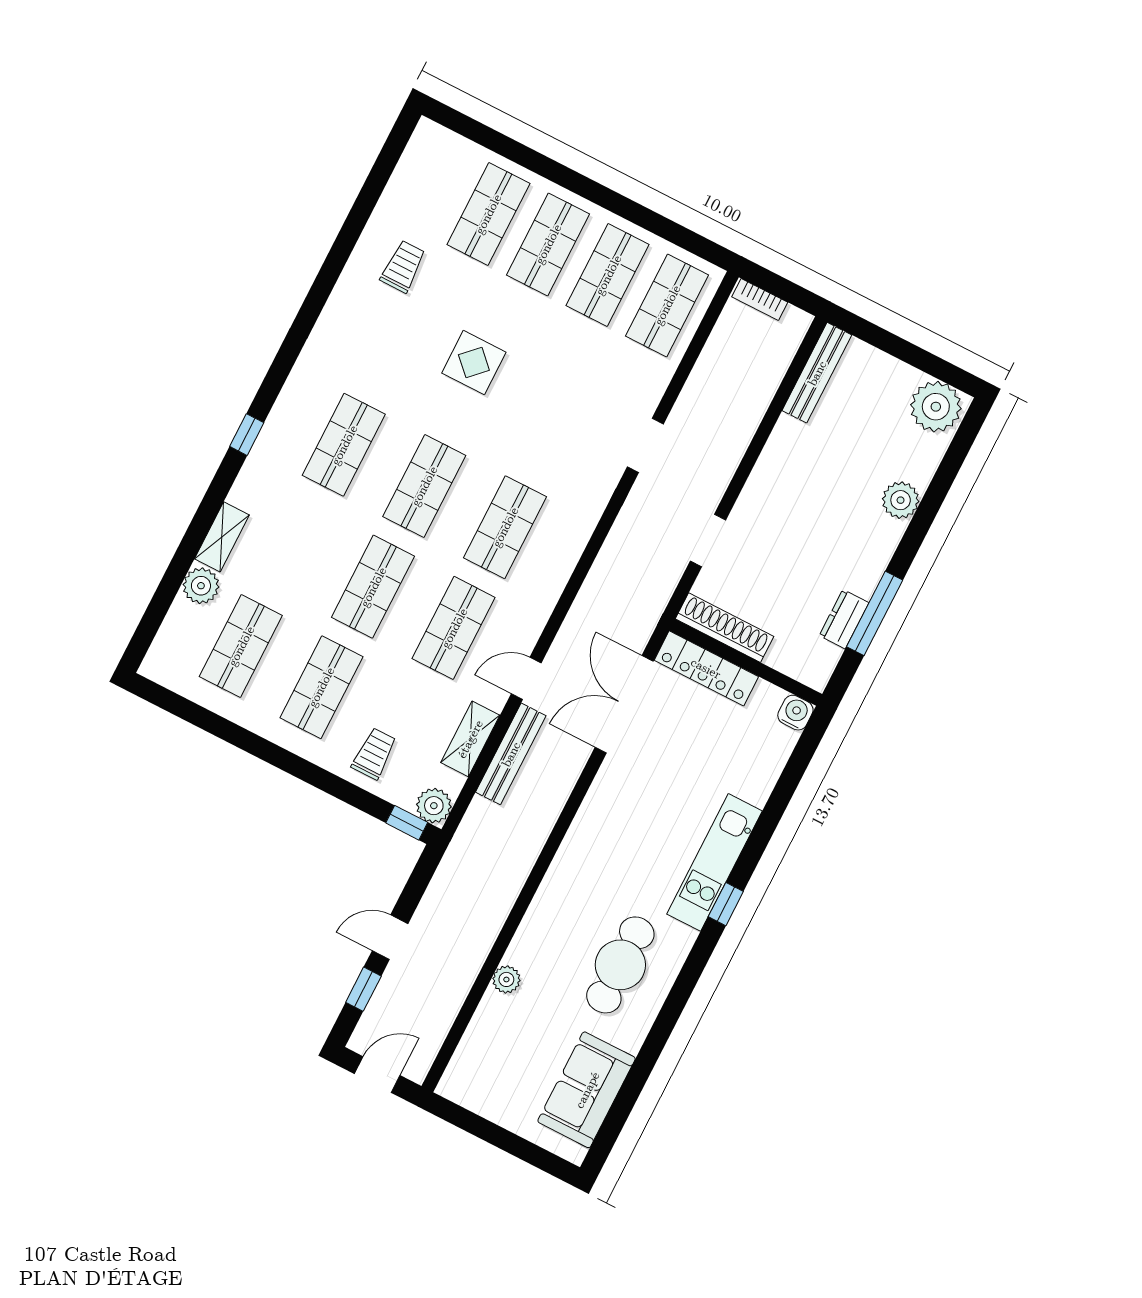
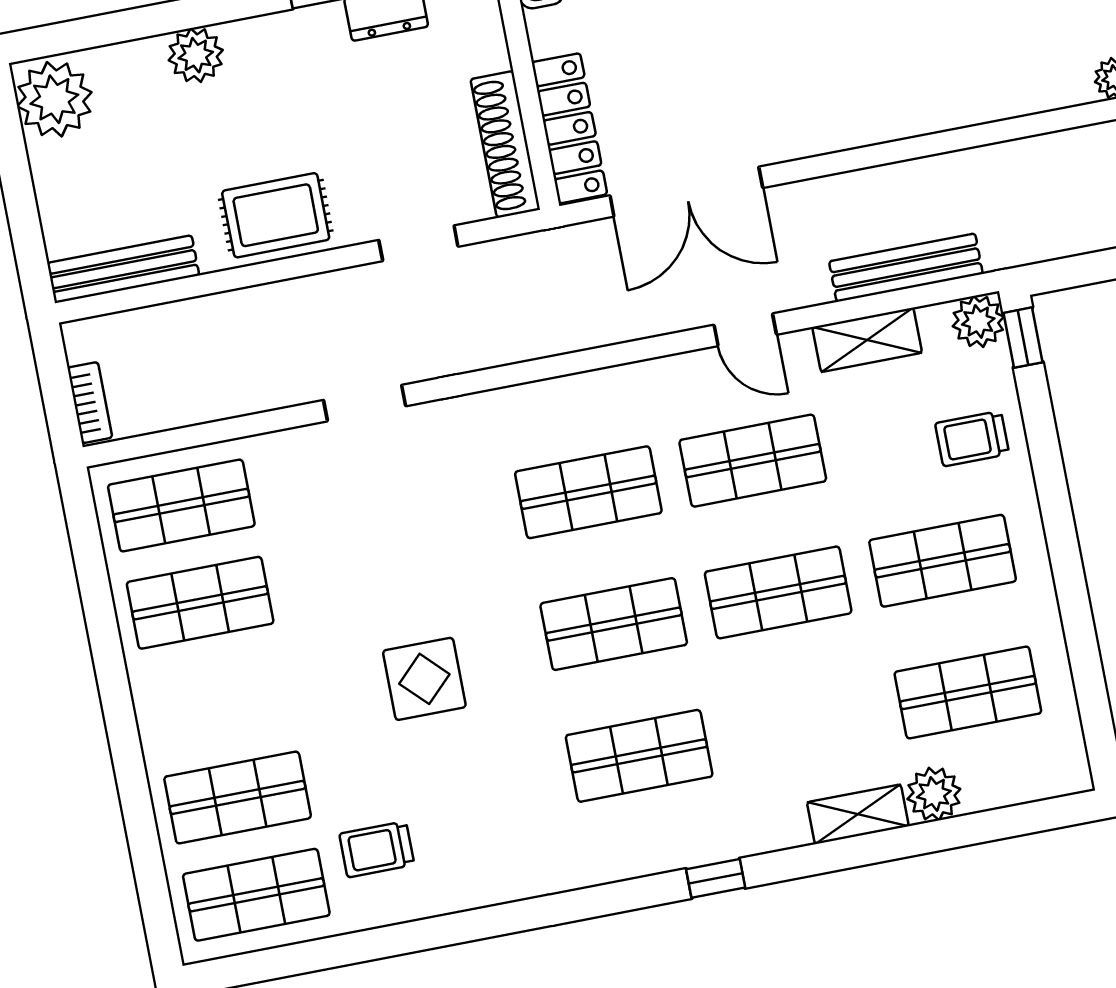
shop shelf: (548, 244) -> (256, 895), moved
rug: (782, 476) -> (276, 215), added
bench: (511, 754) -> (906, 268), moved

